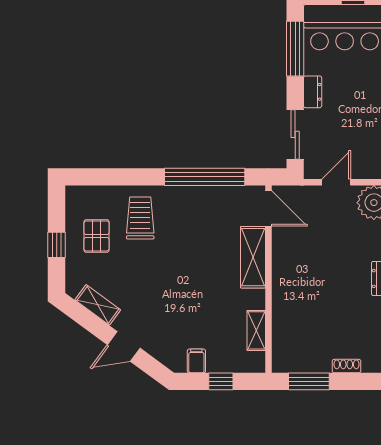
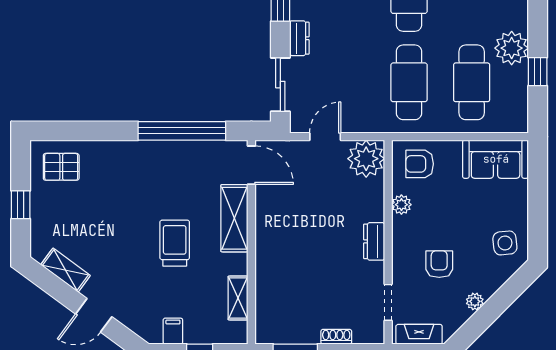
trolley: (140, 218) -> (175, 243), moved
pallet: (97, 236) -> (61, 167), moved, turned 90

